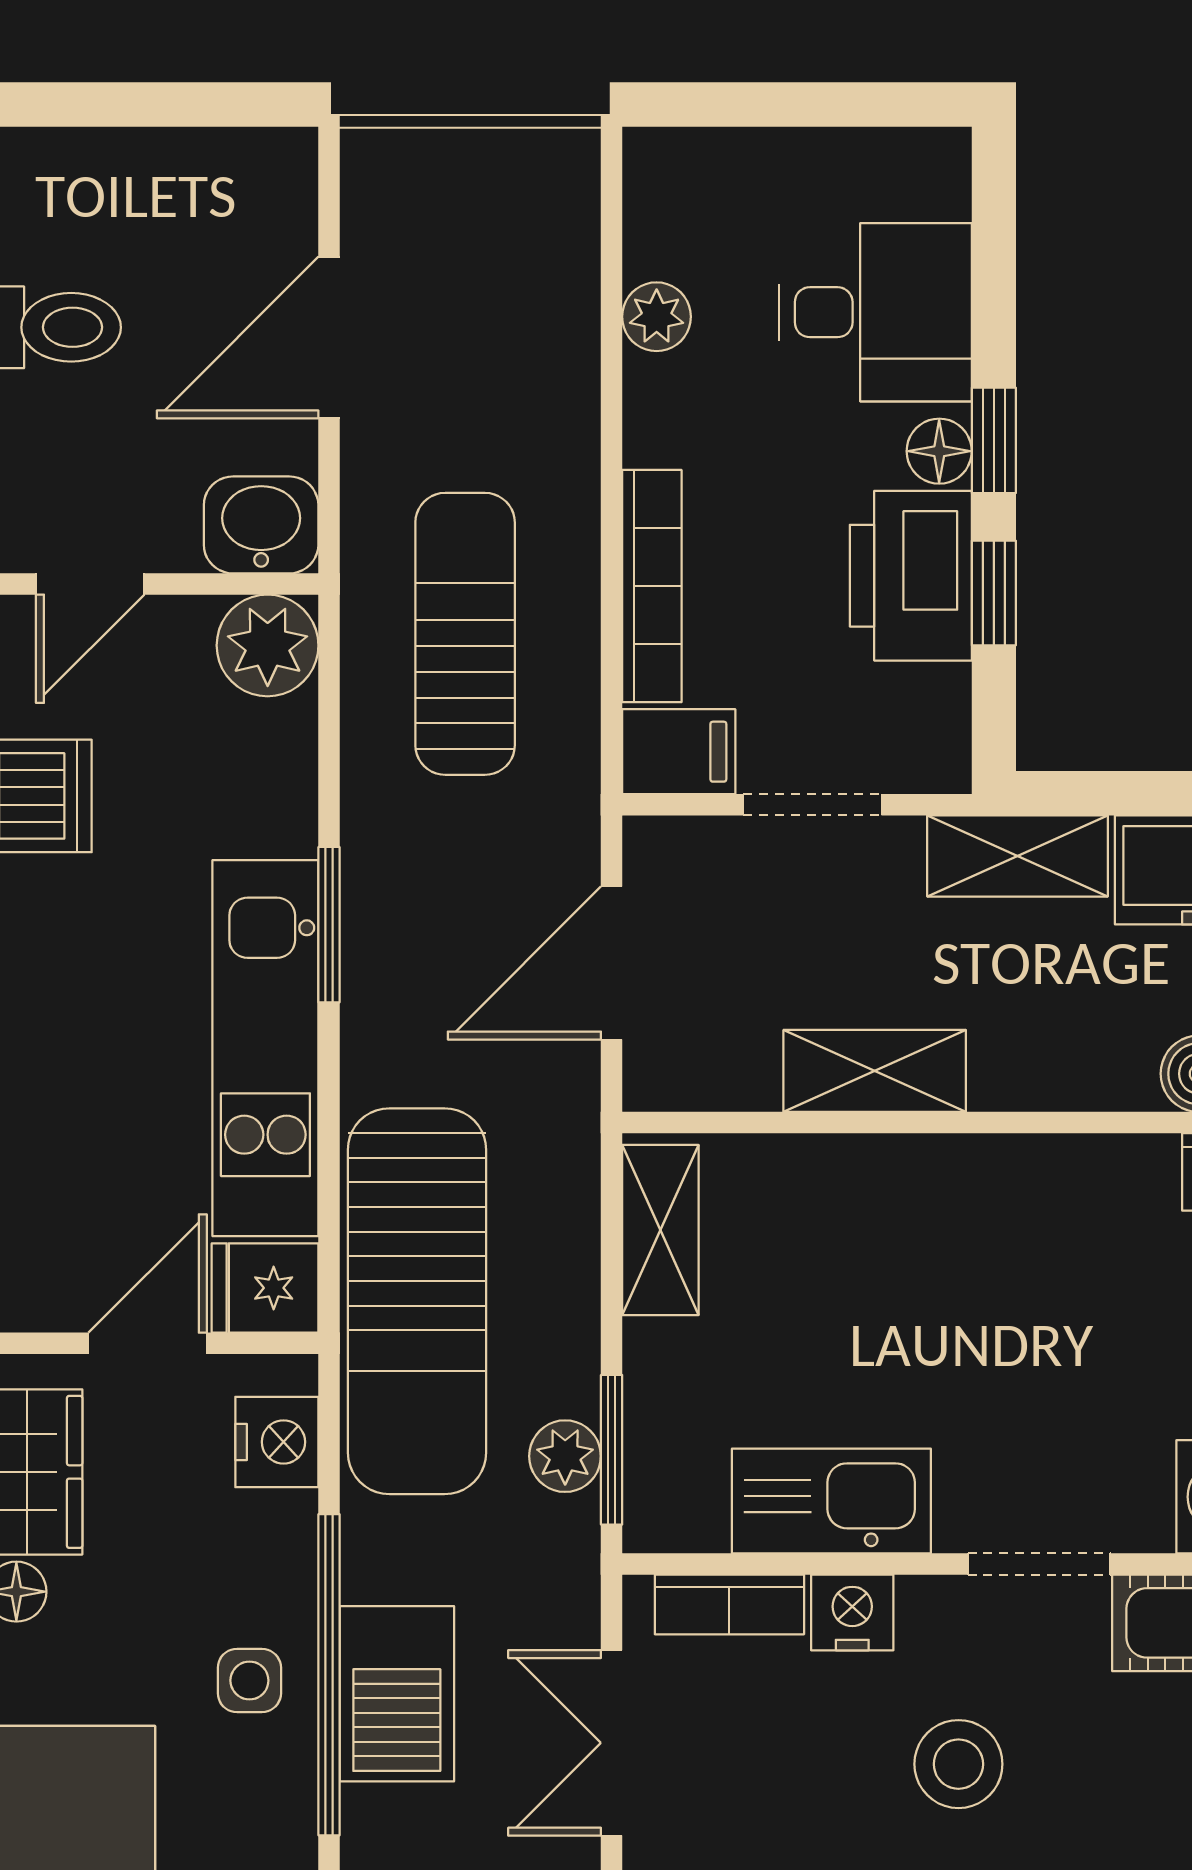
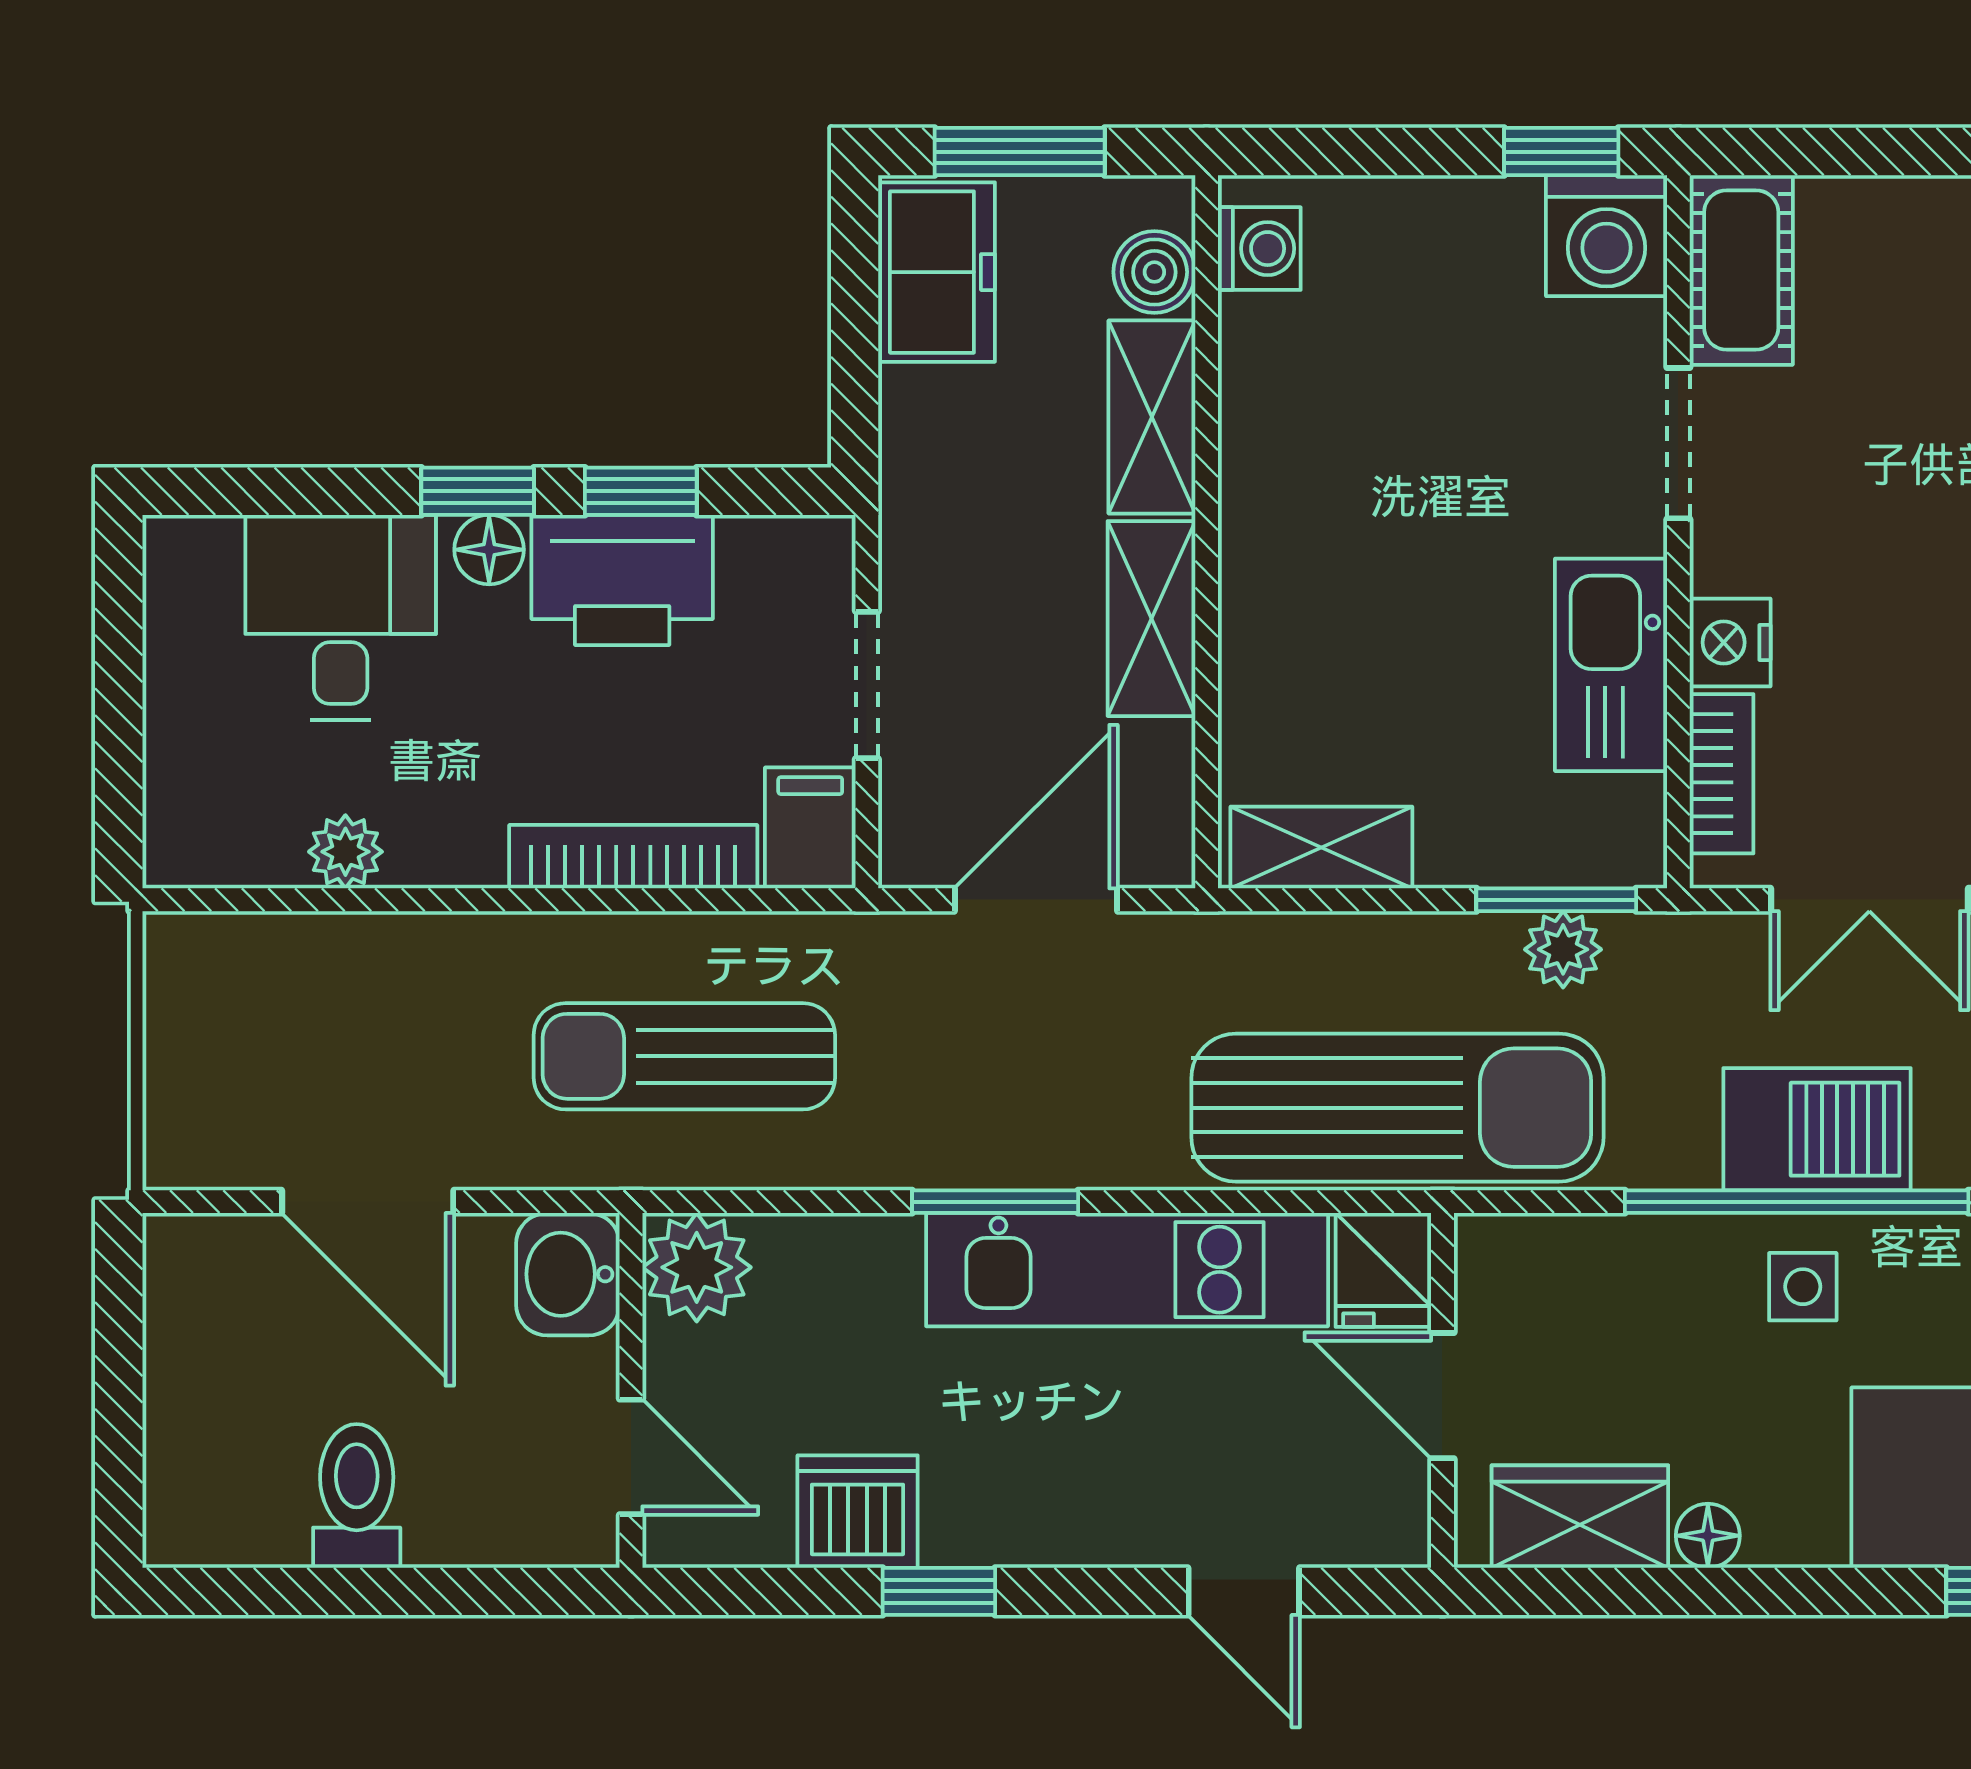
shelving: (1018, 856) -> (1152, 417), moved
door: (612, 963) -> (1036, 900), swing flipped
nightstand: (277, 1442) -> (1548, 1257), removed
stool: (958, 1764) -> (1892, 529), removed

